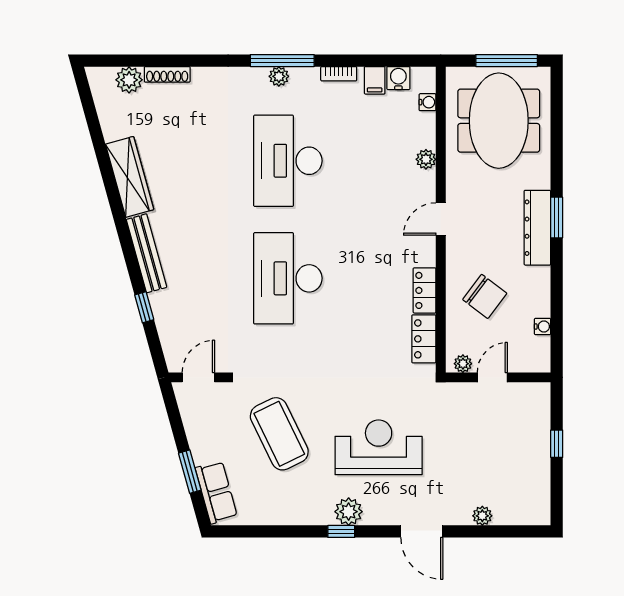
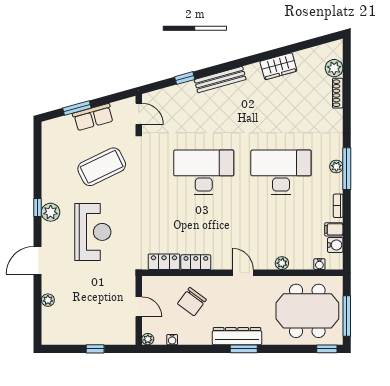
window: (557, 91) -> (327, 349), added
wardrobe: (130, 177) -> (278, 66), width x0.67
plant: (463, 364) -> (148, 339), moved
row of seats: (216, 492) -> (93, 117), moved

